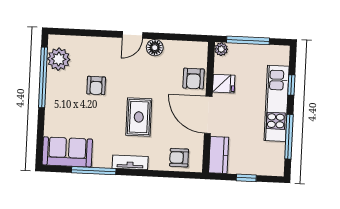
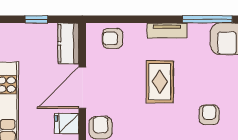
door: (208, 115) -> (82, 88), swing flipped
armchair: (179, 158) -> (113, 38), turned 180

